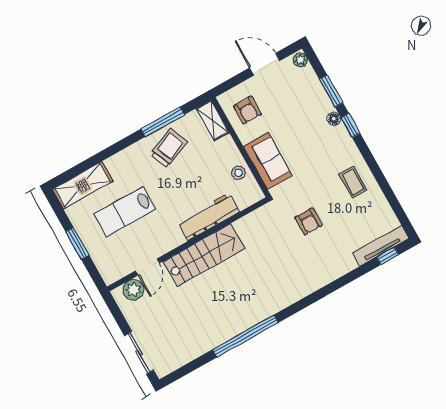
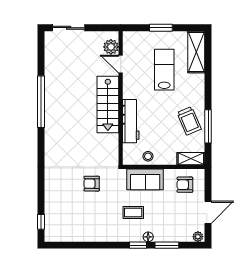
coffee table: (353, 182) -> (133, 212), moved
tv unit: (381, 246) -> (50, 221), removed

